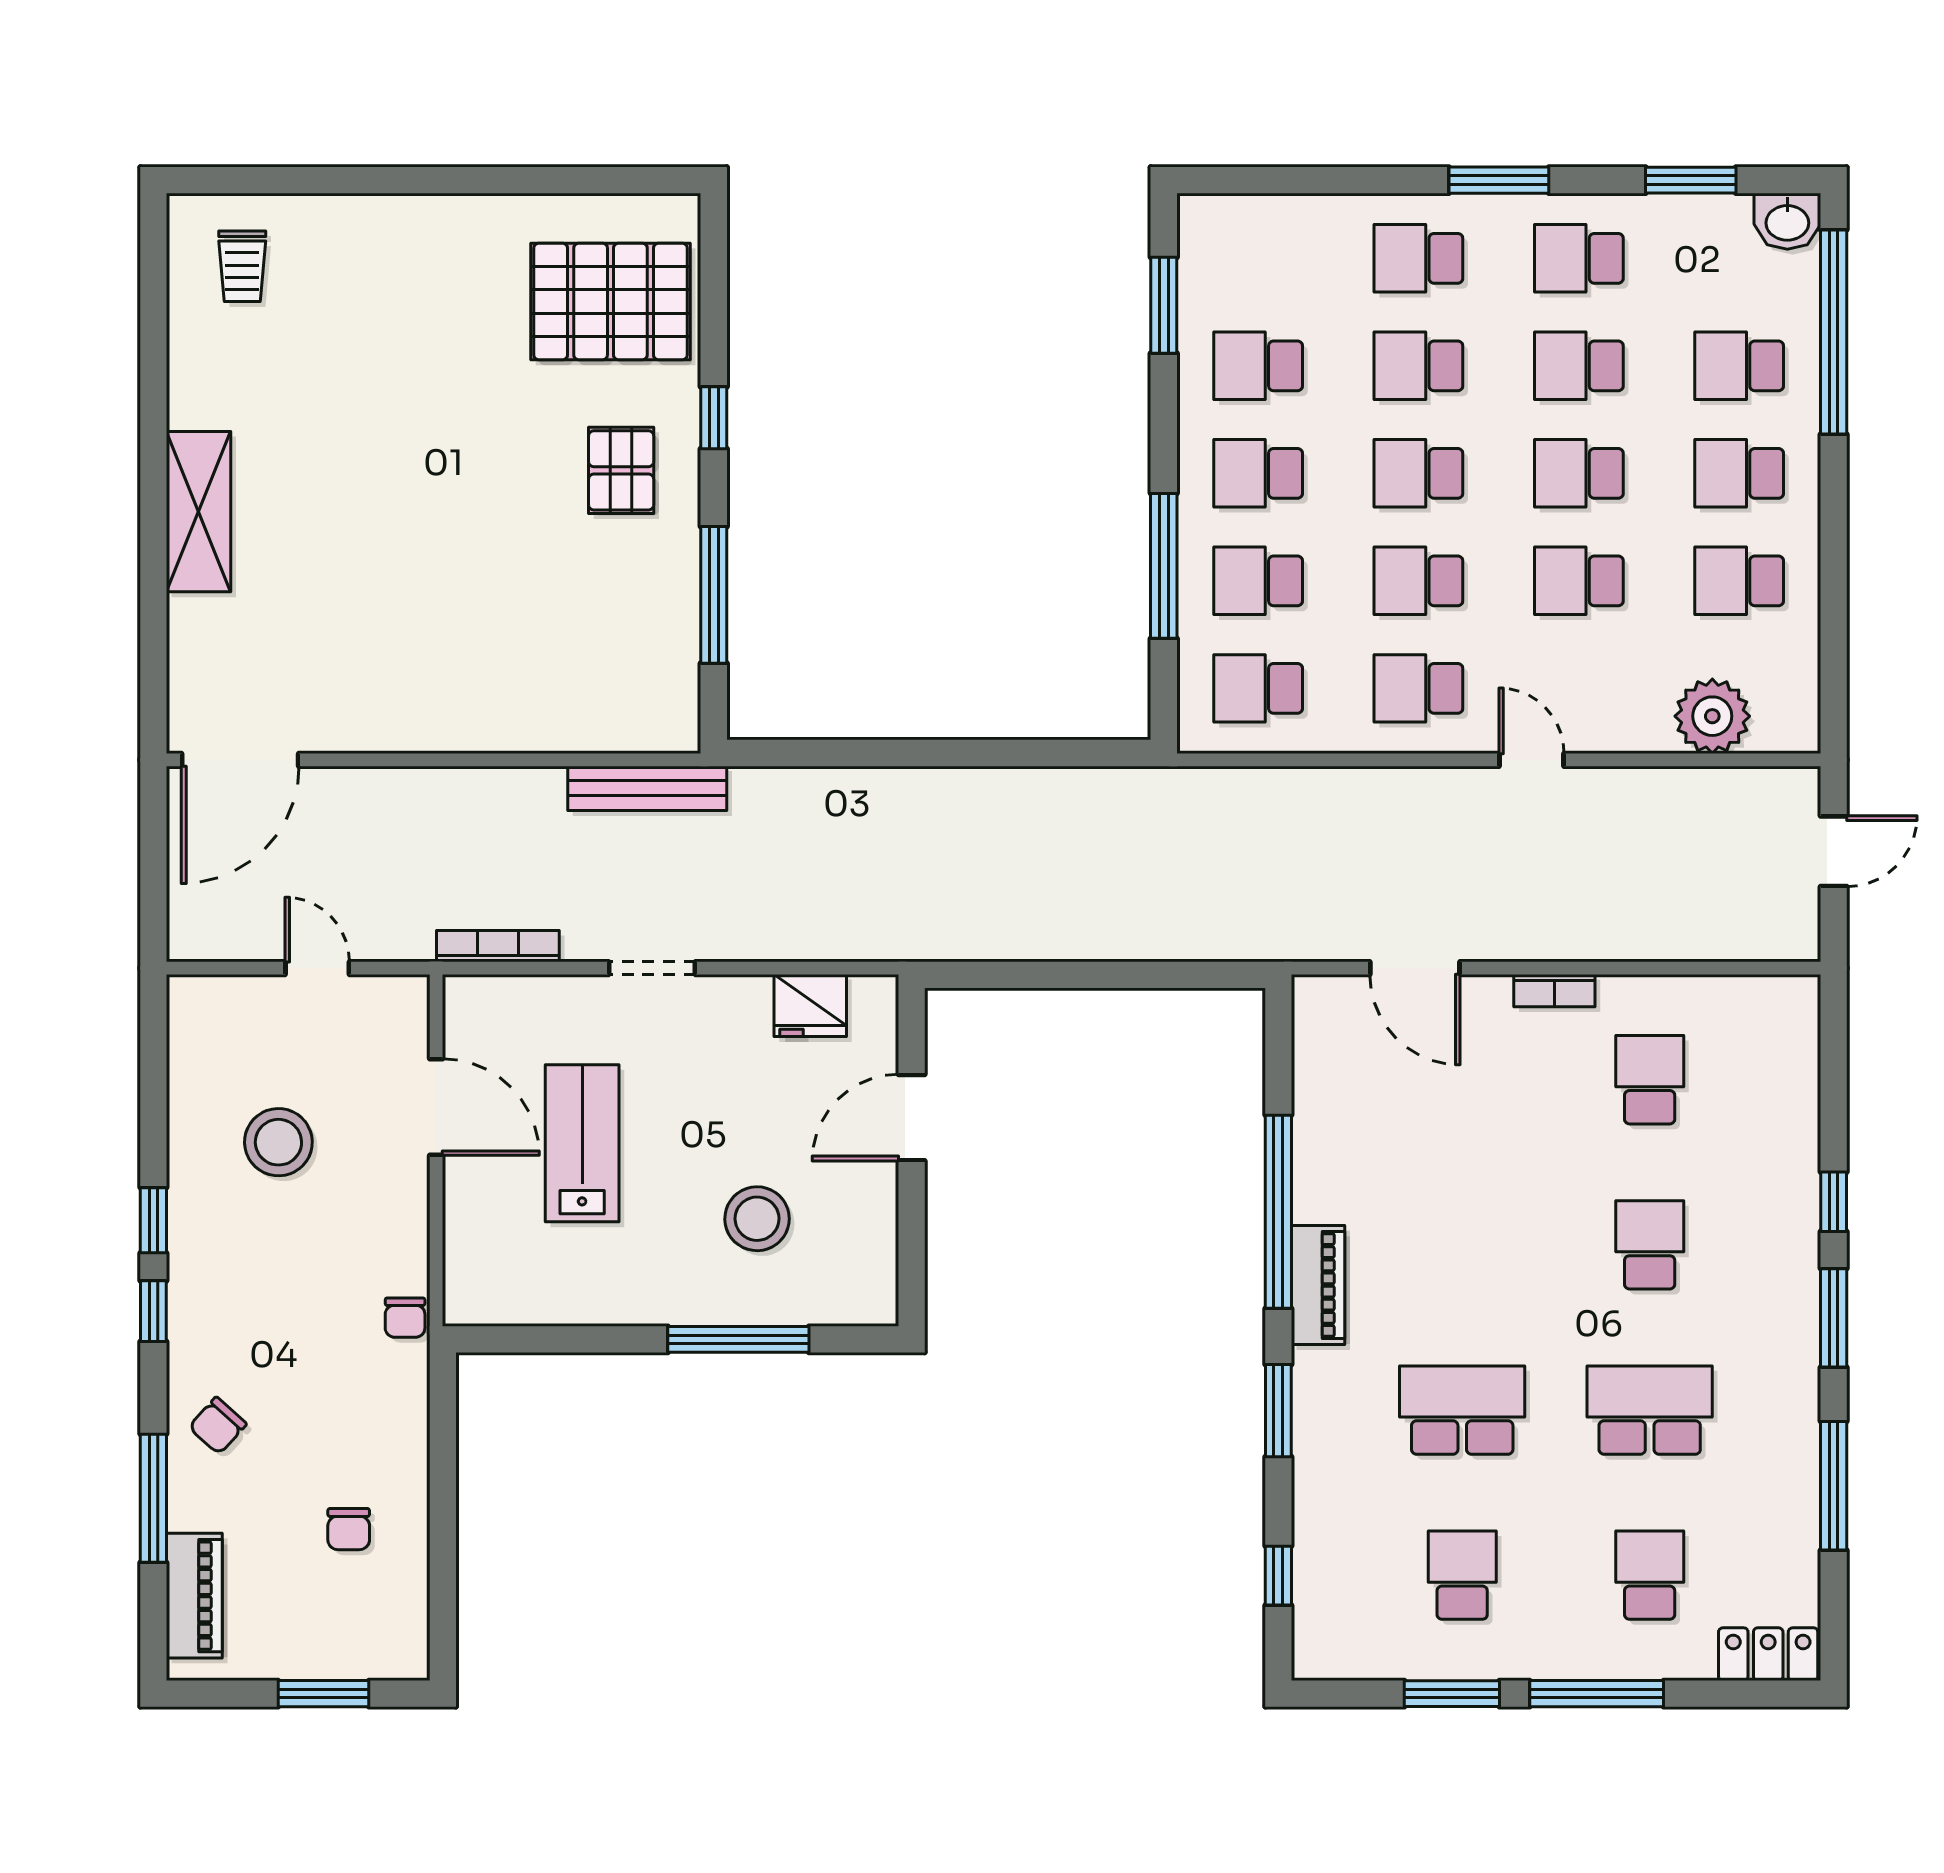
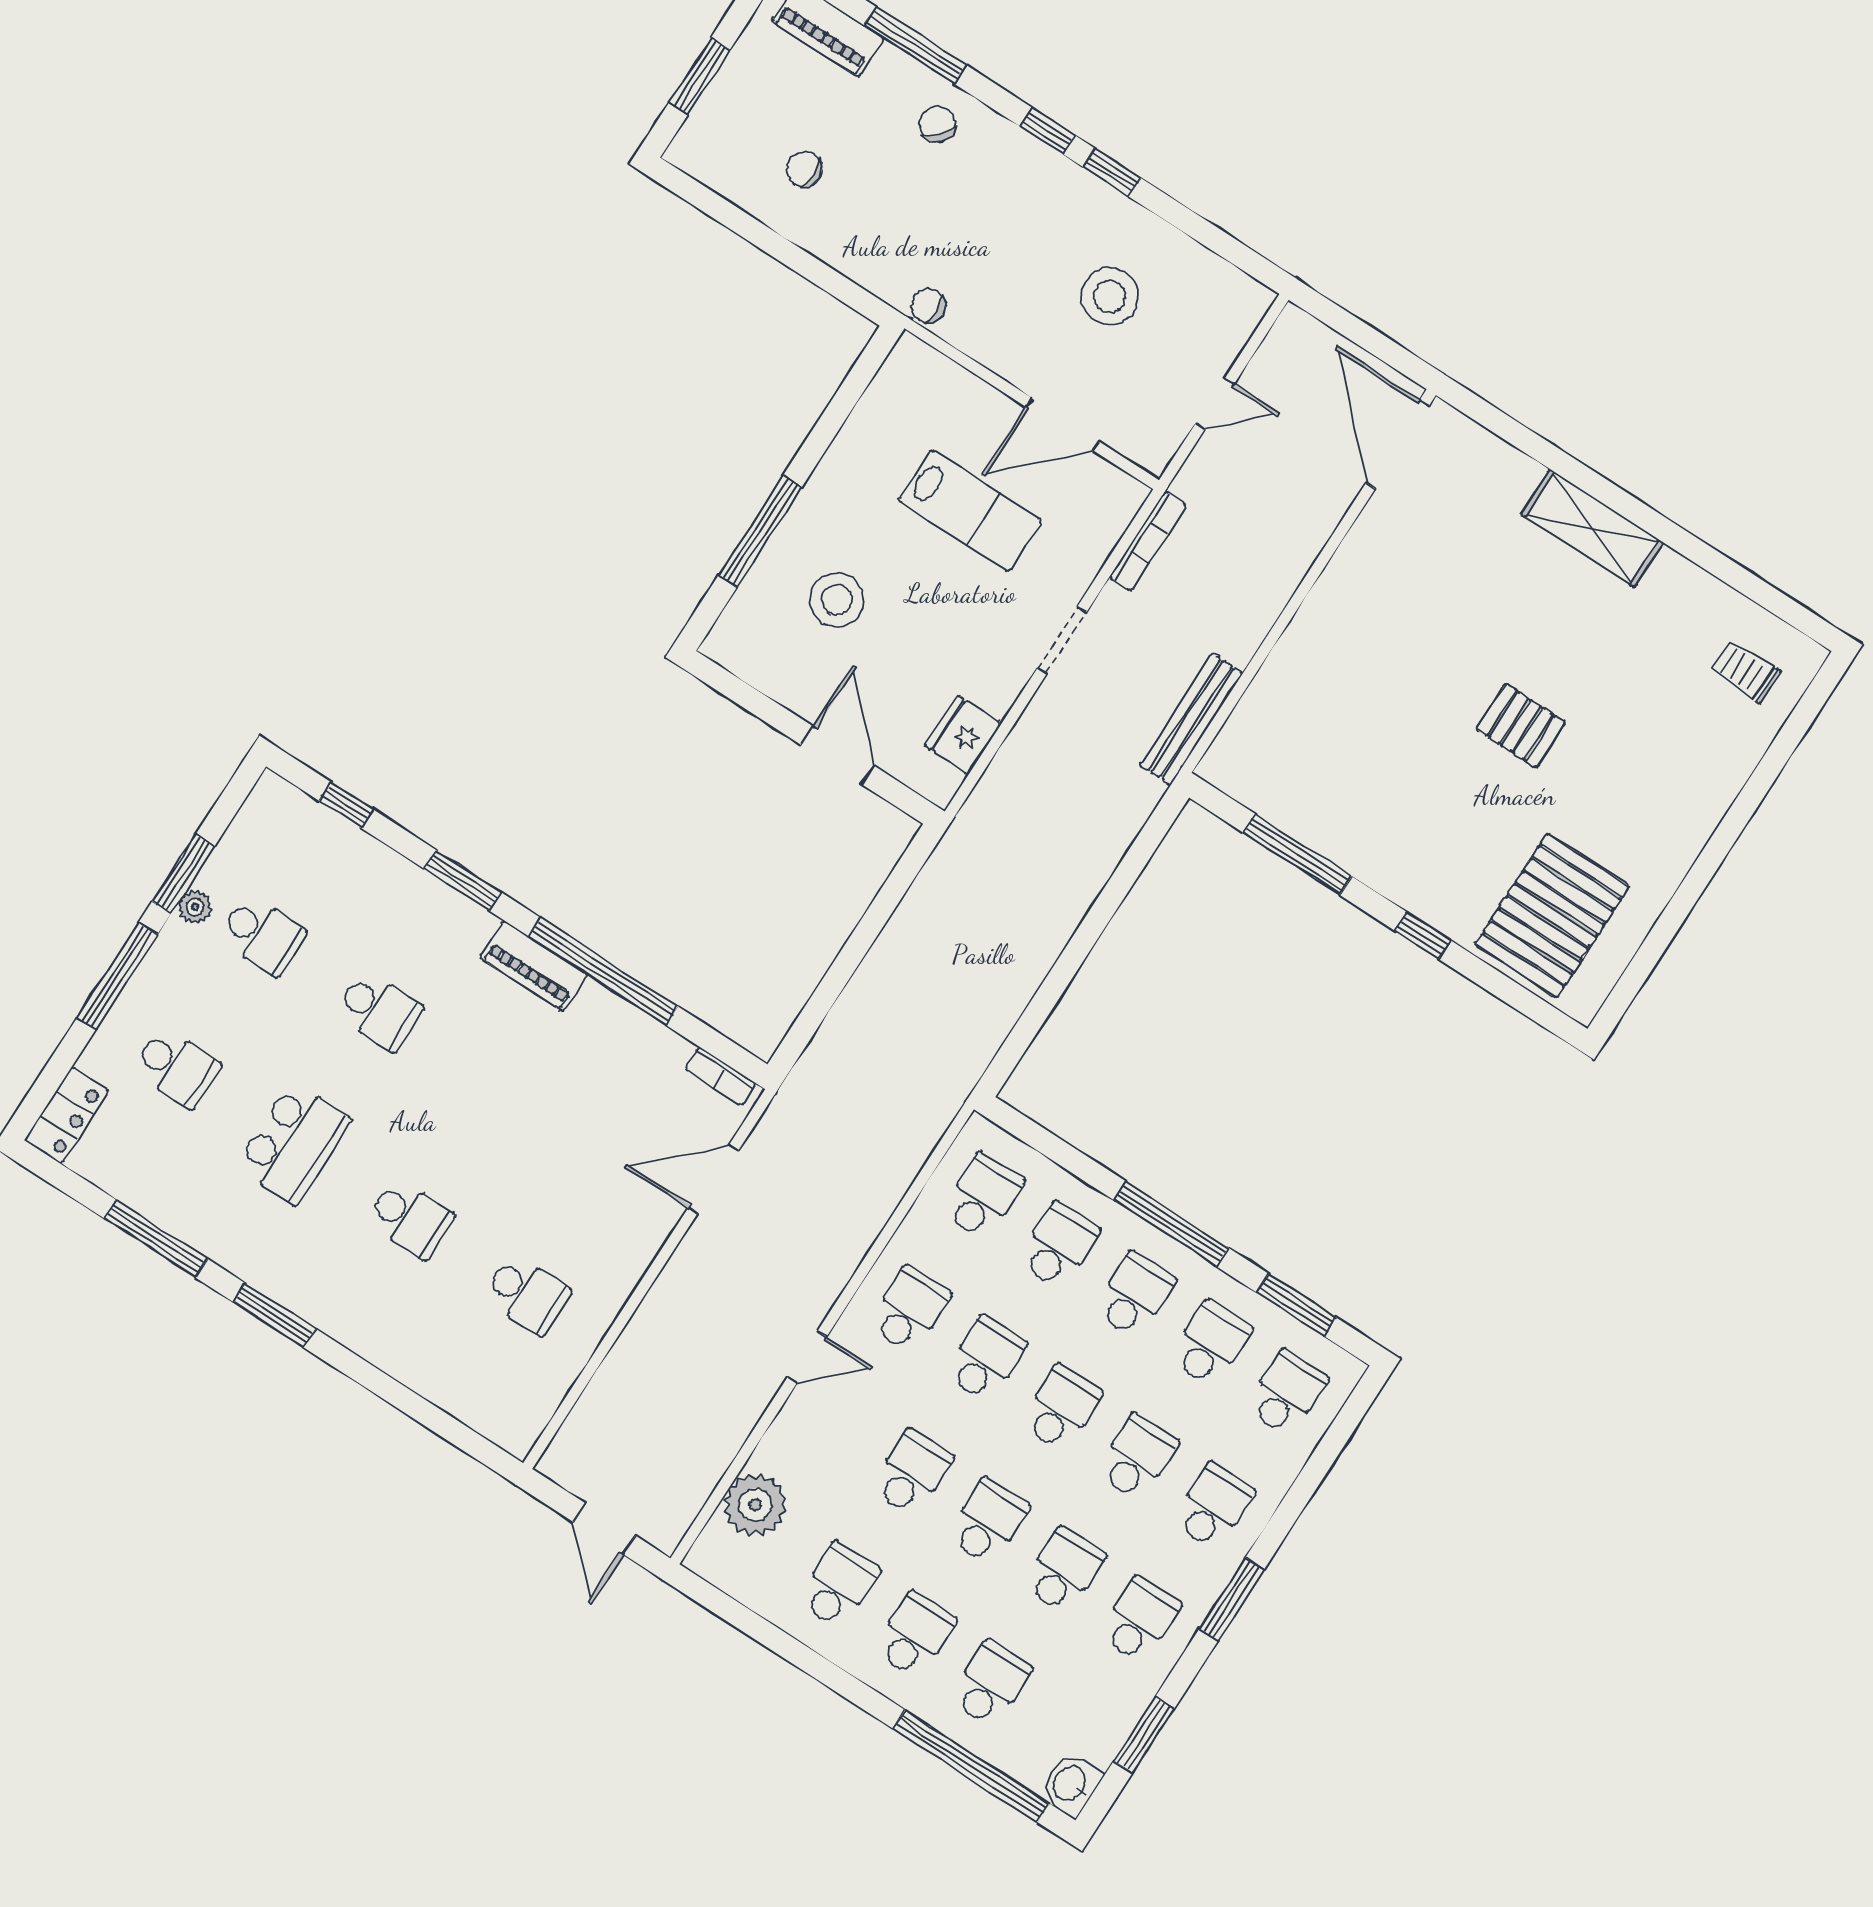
school desk: (1258, 258) -> (1287, 1393), added
pallet: (621, 470) -> (1521, 726), moved
window: (1164, 566) -> (1171, 1224), moved
bookcase: (1554, 991) -> (720, 1076), moved, turned -90
window: (1834, 1202) -> (356, 1368), removed
school desk: (1462, 1410) -> (379, 1011), width x0.54
plant: (1477, 1661) -> (195, 907), added

